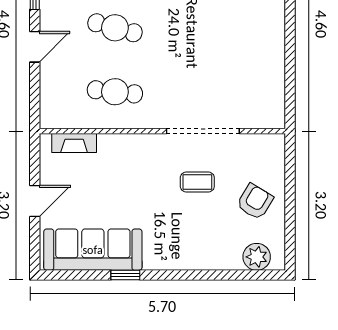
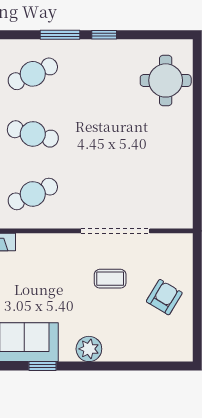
cafe table: (115, 92) -> (33, 194), turned -30
plant: (257, 257) -> (89, 349), moved

